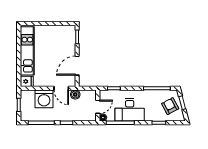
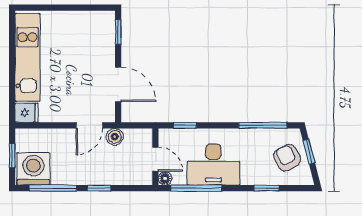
door: (77, 66) -> (118, 84), swing flipped
door: (61, 88) -> (89, 125), hinge flipped
washing machine: (44, 99) -> (33, 169), moved, turned 180
door: (98, 107) -> (155, 159), hinge flipped

